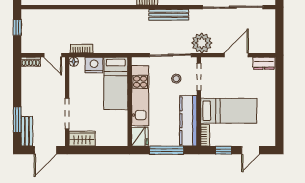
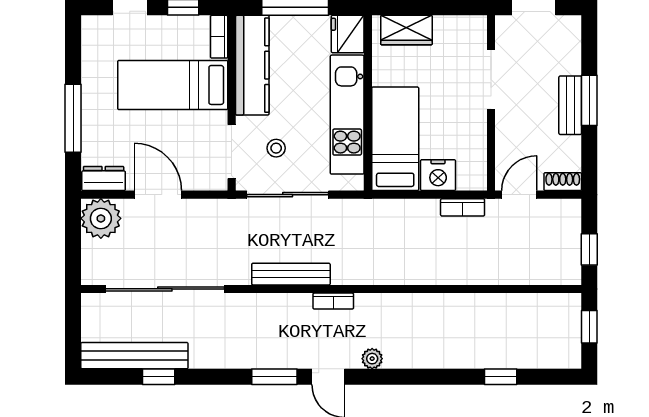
plant: (202, 43) -> (101, 218), moved
door: (53, 55) -> (519, 195), hinge flipped
door: (236, 55) -> (158, 195), swing flipped
floor lamp: (74, 62) -> (478, 182), removed
window: (279, 94) -> (73, 118), added
window: (17, 120) -> (589, 100), moved
bench: (27, 131) -> (570, 105), moved
wardrobe: (82, 139) -> (406, 30), moved

